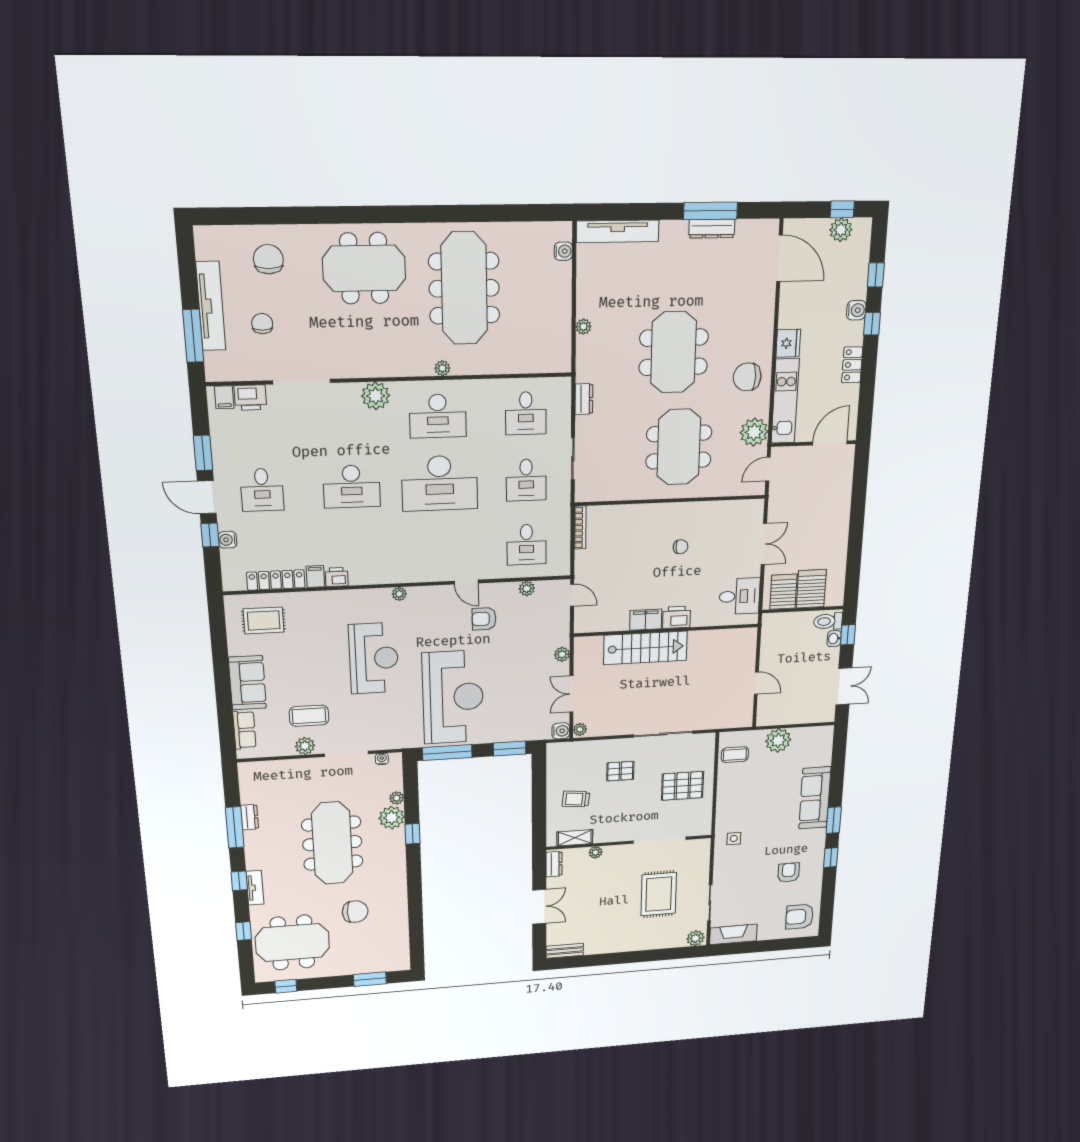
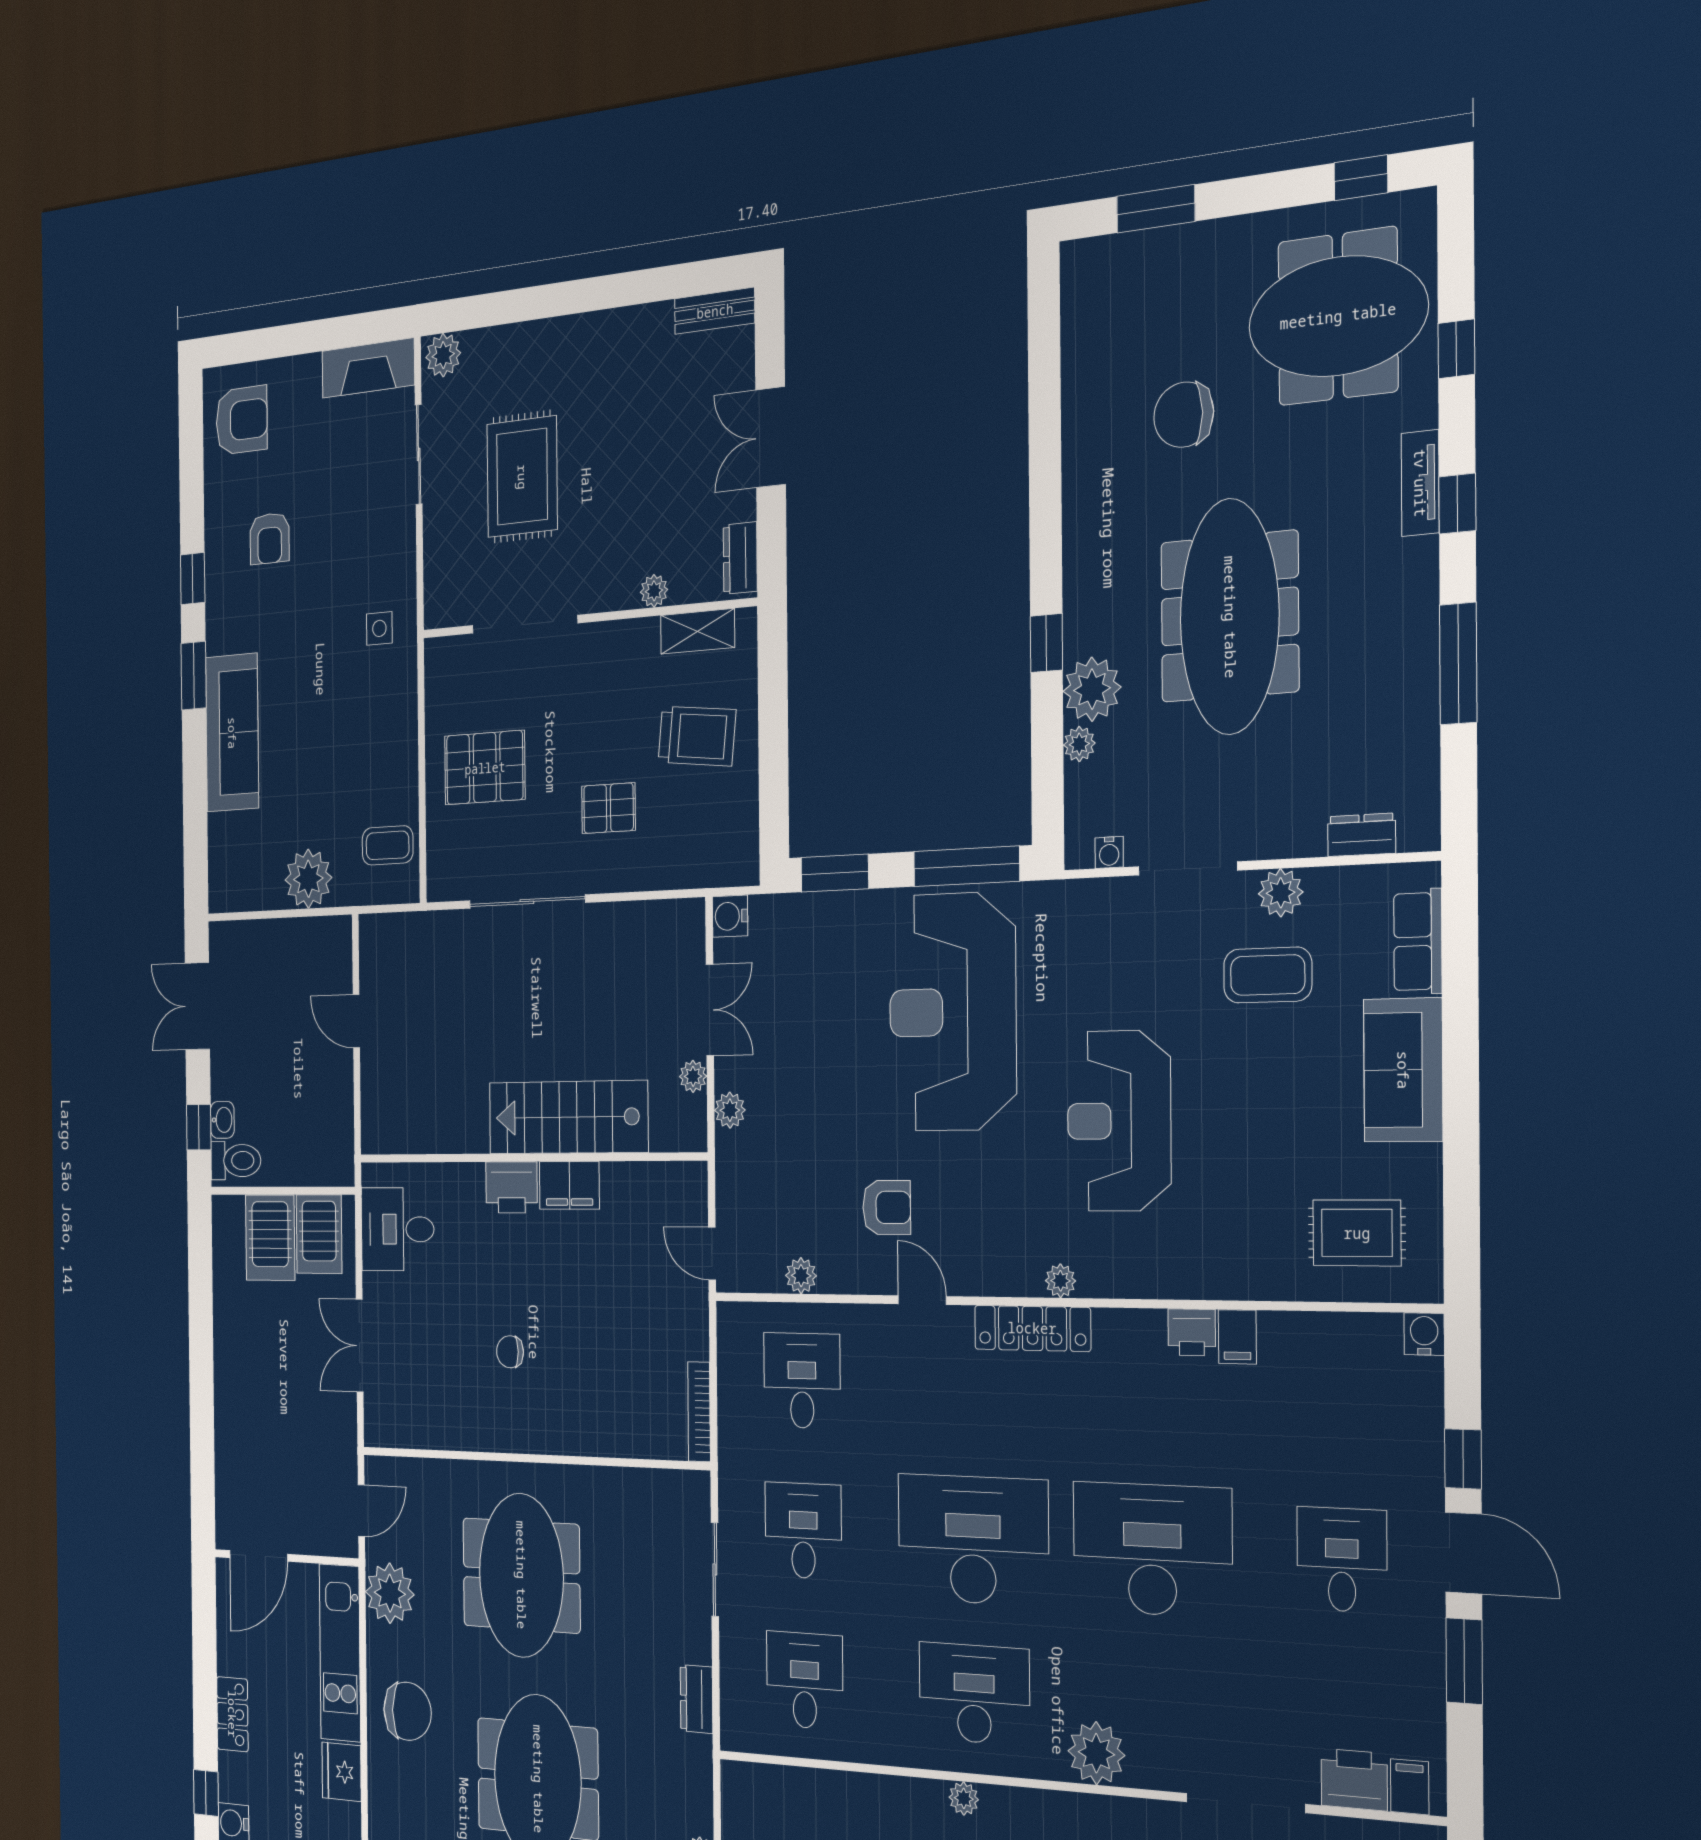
desk: (352, 486) -> (1152, 1549), width x1.36, depth x1.30
water cooler: (227, 540) -> (1424, 1334), moved, turned -90
locker: (276, 580) -> (1032, 1328), moved
plant: (580, 729) -> (693, 1076), moved
trolley: (576, 799) -> (697, 736), width x1.36, depth x1.39
dresser: (249, 817) -> (1362, 835), moved, turned 90

